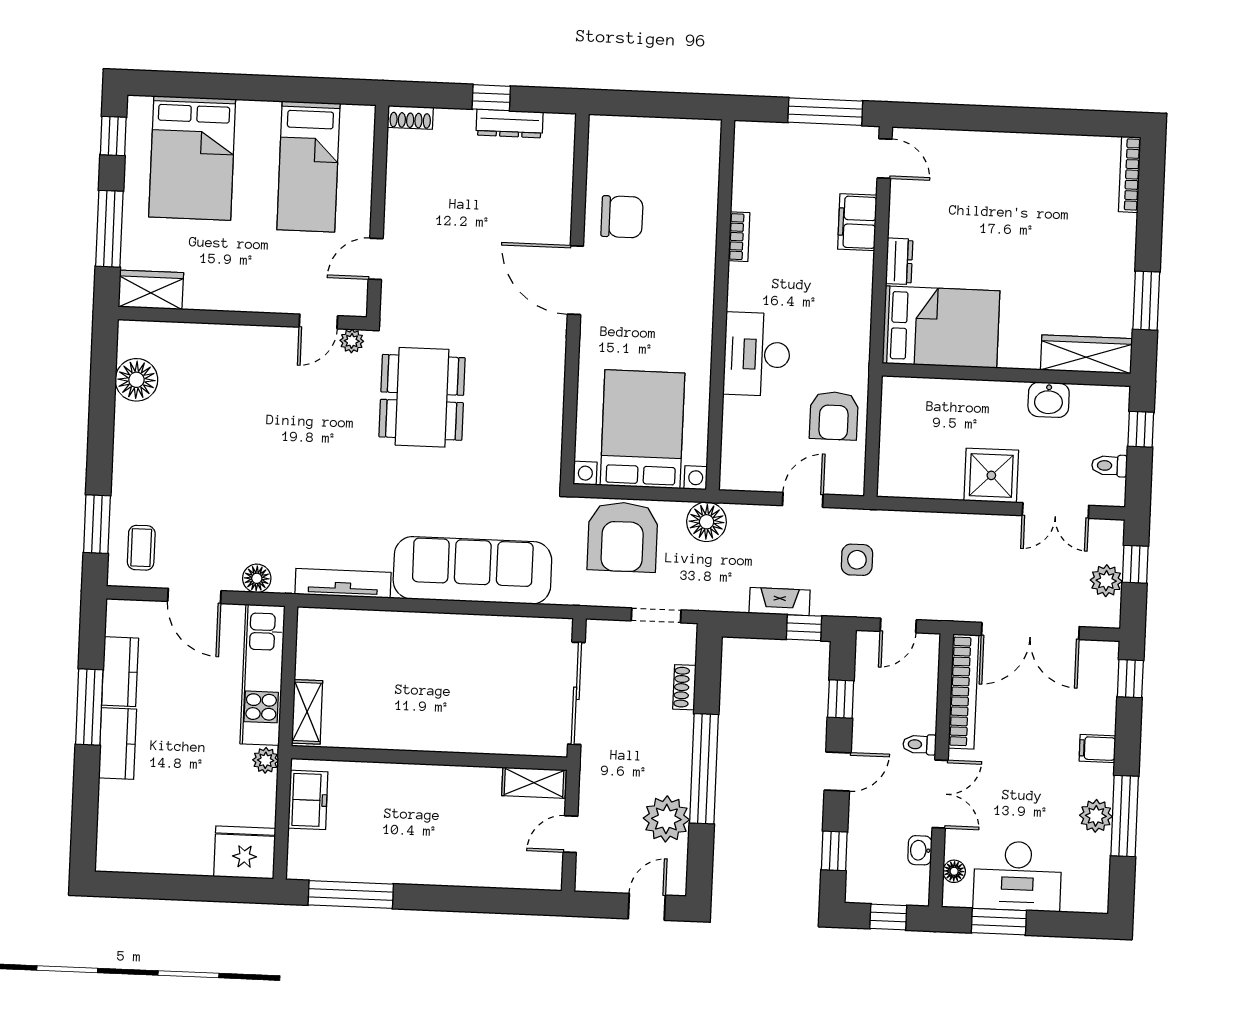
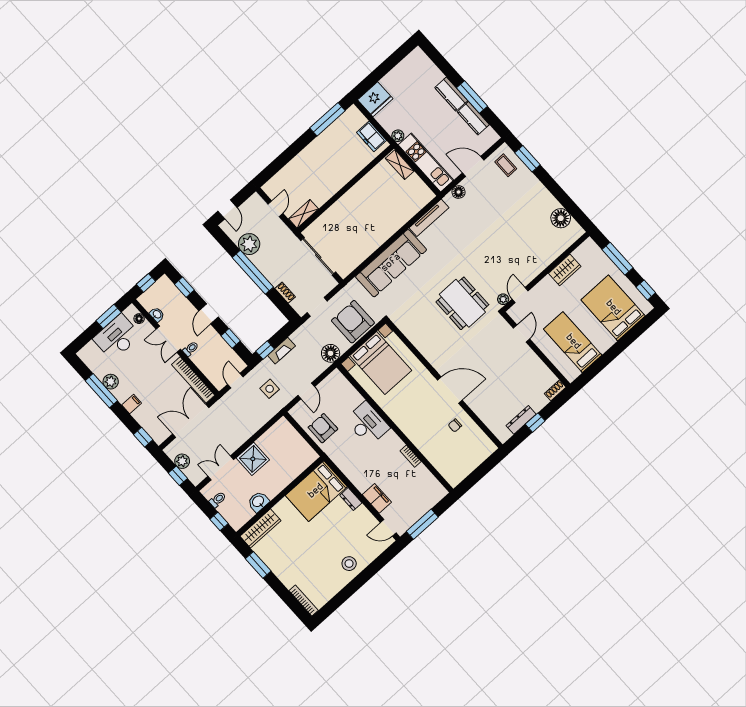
stool: (1001, 163) -> (349, 564), added
chair: (622, 217) -> (455, 425), width x0.54, depth x0.54
wardrobe: (151, 290) -> (565, 270), moved

